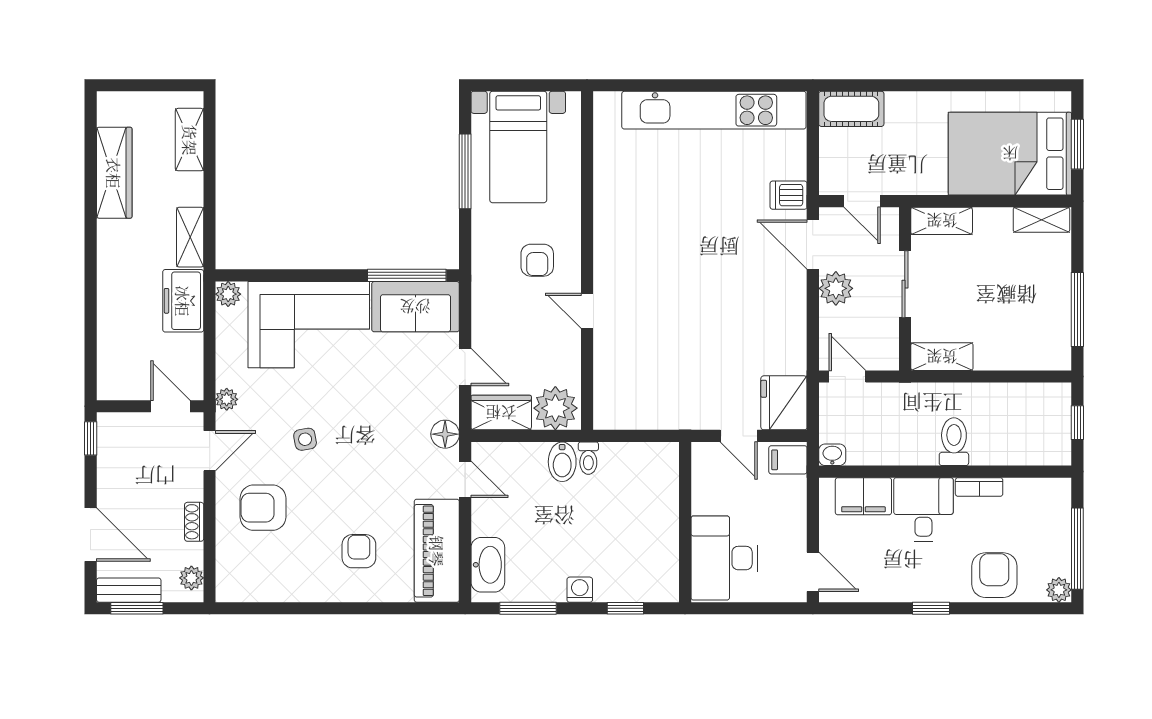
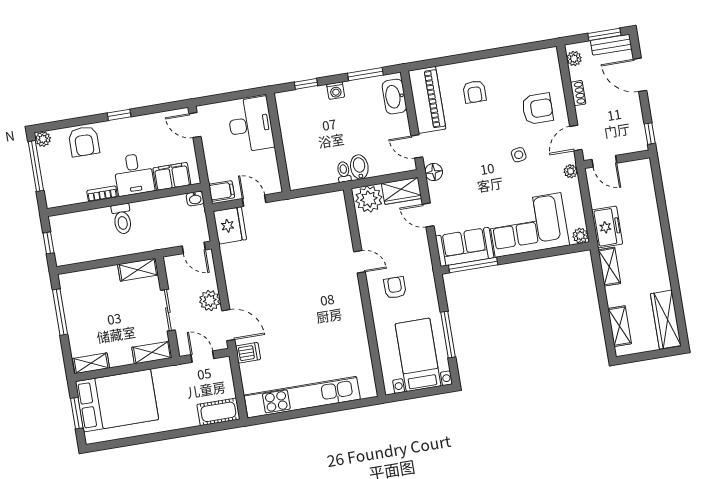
wardrobe: (114, 173) -> (666, 320), moved

